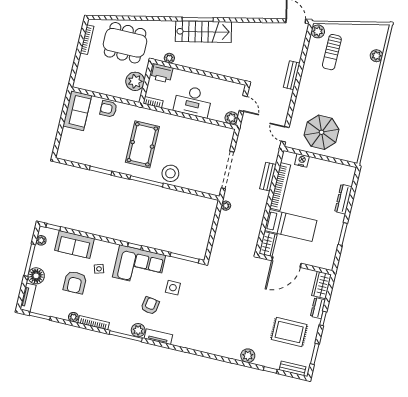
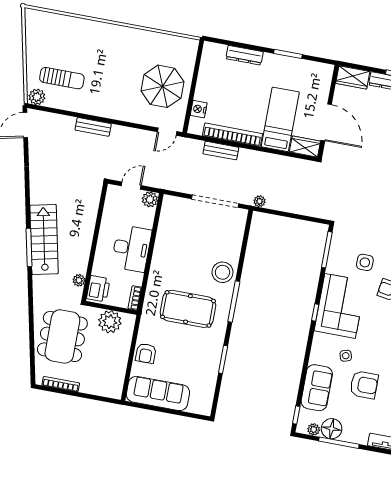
plant: (376, 56) -> (64, 22), removed
sofa: (77, 111) -> (158, 393), width x1.36
floor lamp: (36, 276) -> (332, 429), moved

